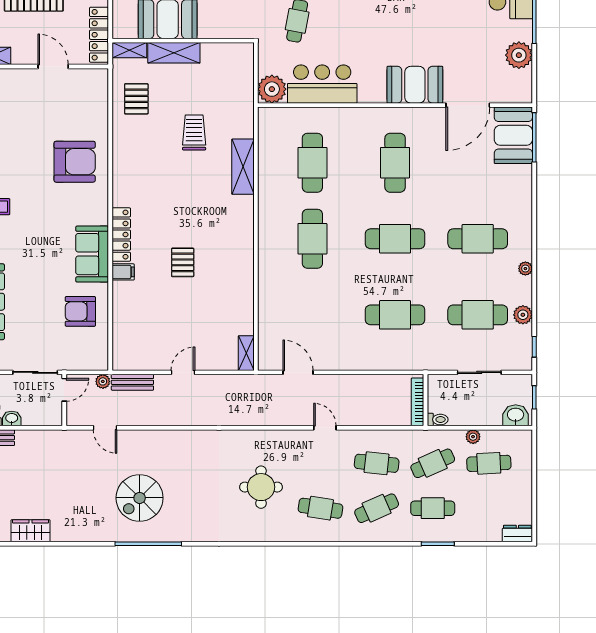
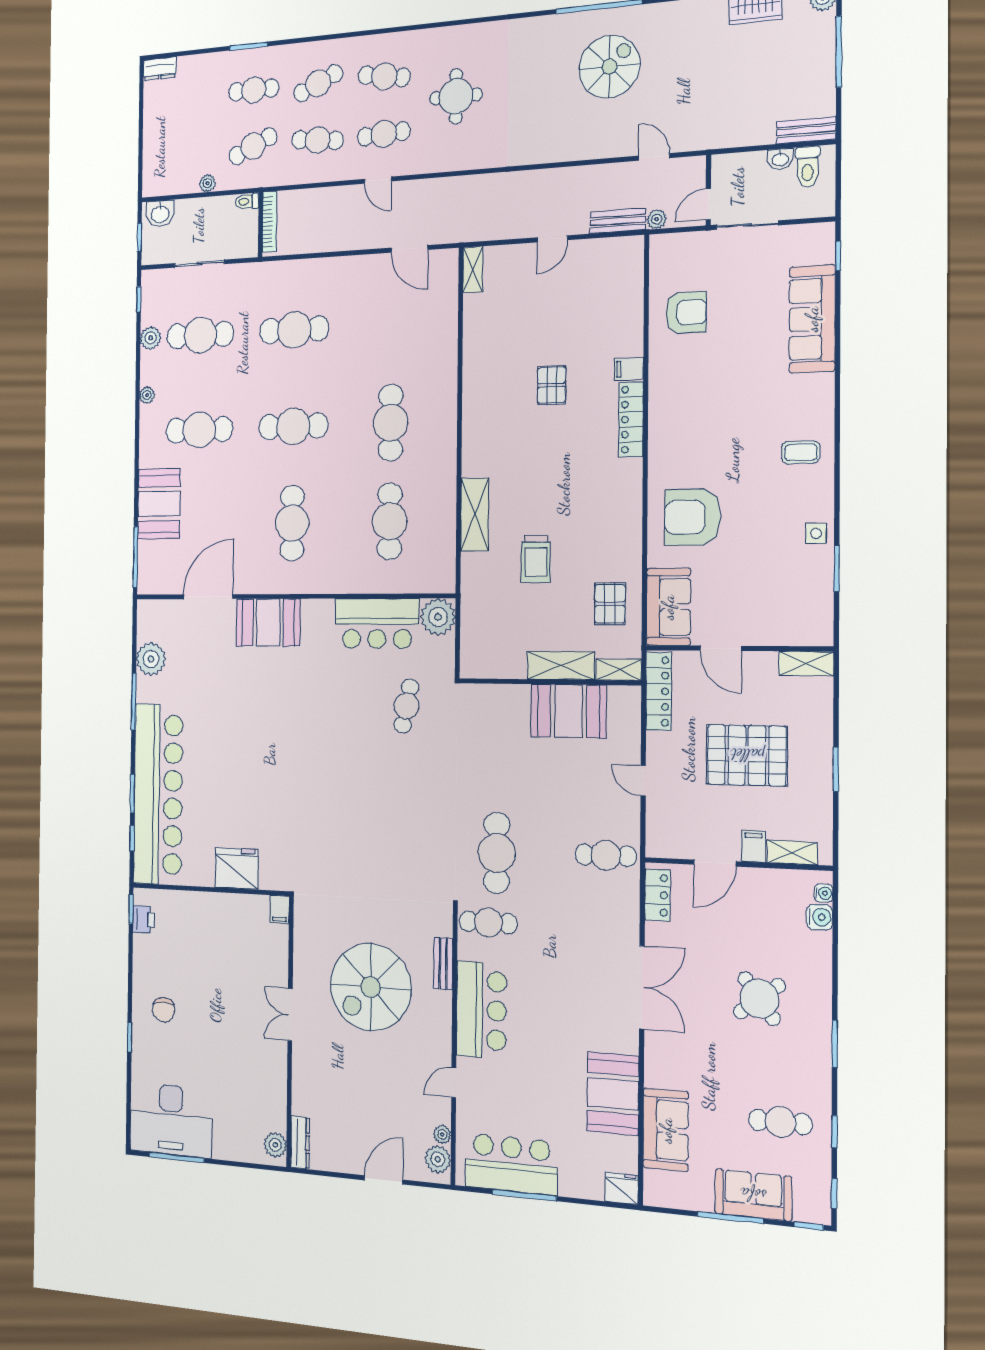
booth: (513, 135) -> (159, 504), moved
sofa: (92, 254) -> (668, 607), moved
cafe table: (489, 463) -> (384, 134), moved

